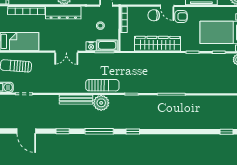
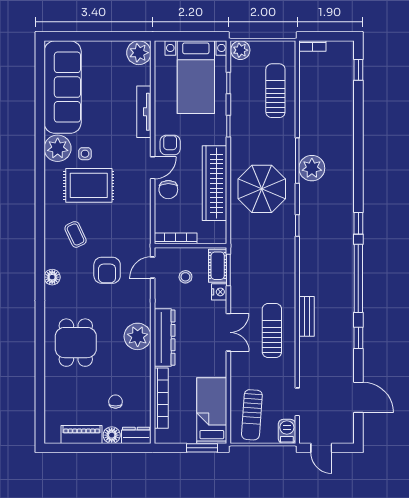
parasol: (154, 72) -> (262, 189), added
sun lounger: (214, 81) -> (275, 91), added
sun lounger: (102, 85) -> (272, 331), moved
bench: (76, 100) -> (307, 316), width x0.73
plant: (101, 103) -> (312, 168), moved
door: (26, 131) -> (358, 397), hinge flipped
window: (99, 131) -> (358, 278), width x1.46

